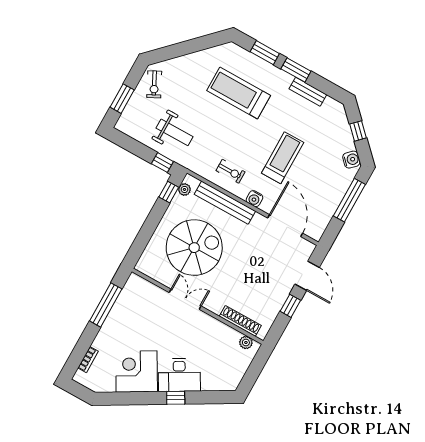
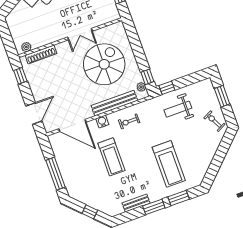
treadmill: (239, 93) -> (169, 164), turned 90
water cooler: (351, 160) -> (77, 194), removed
spiral stairs: (194, 248) -> (104, 64), turned 180
door: (307, 276) -> (34, 114), swing flipped
window: (290, 306) -> (20, 76), moved

